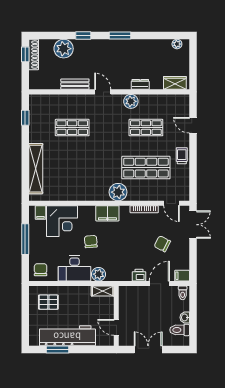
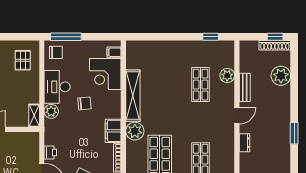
window: (83, 36) -> (294, 96), removed
dresser: (140, 84) -> (244, 143), moved
plant: (131, 101) -> (227, 76), moved
shelving: (36, 169) -> (133, 96), moved, turned 90
filing cabinet: (107, 213) -> (113, 131), moved
window: (25, 239) -> (66, 37), moved

